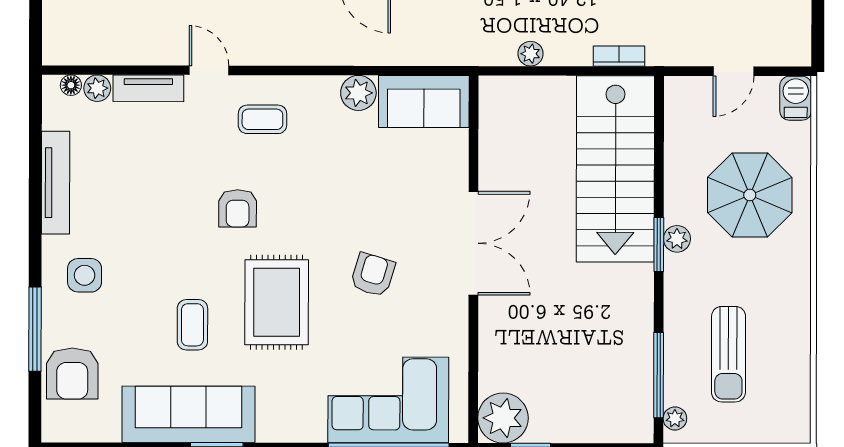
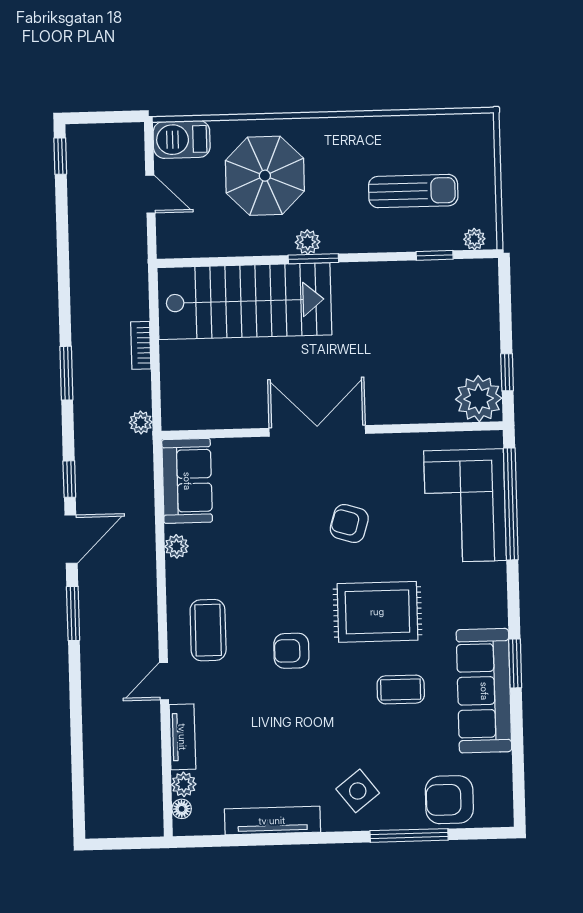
plant: (530, 54) -> (141, 422), moved
bookcase: (619, 56) -> (141, 345), moved
plant: (358, 93) -> (177, 546), width x0.73, depth x0.73
barbecue: (796, 98) -> (182, 139), width x1.38, depth x1.27
coffee table: (262, 119) -> (208, 630), width x1.36, depth x1.30
armchair: (238, 208) -> (291, 651), turned 180
side table: (85, 275) -> (358, 791), turned -38
armchair: (72, 374) -> (449, 800), turned 180
window: (659, 375) -> (435, 255), width x0.46

